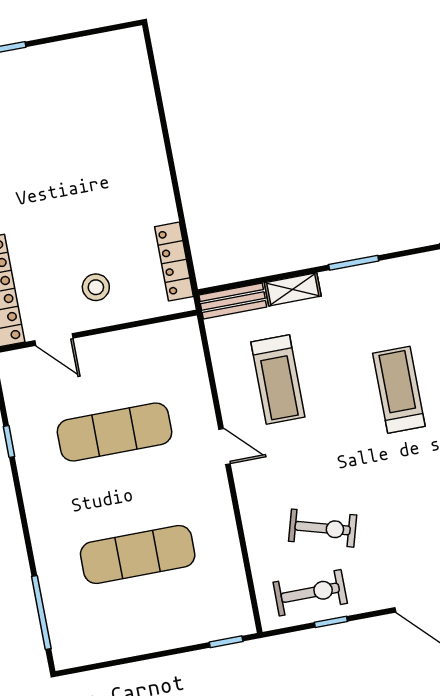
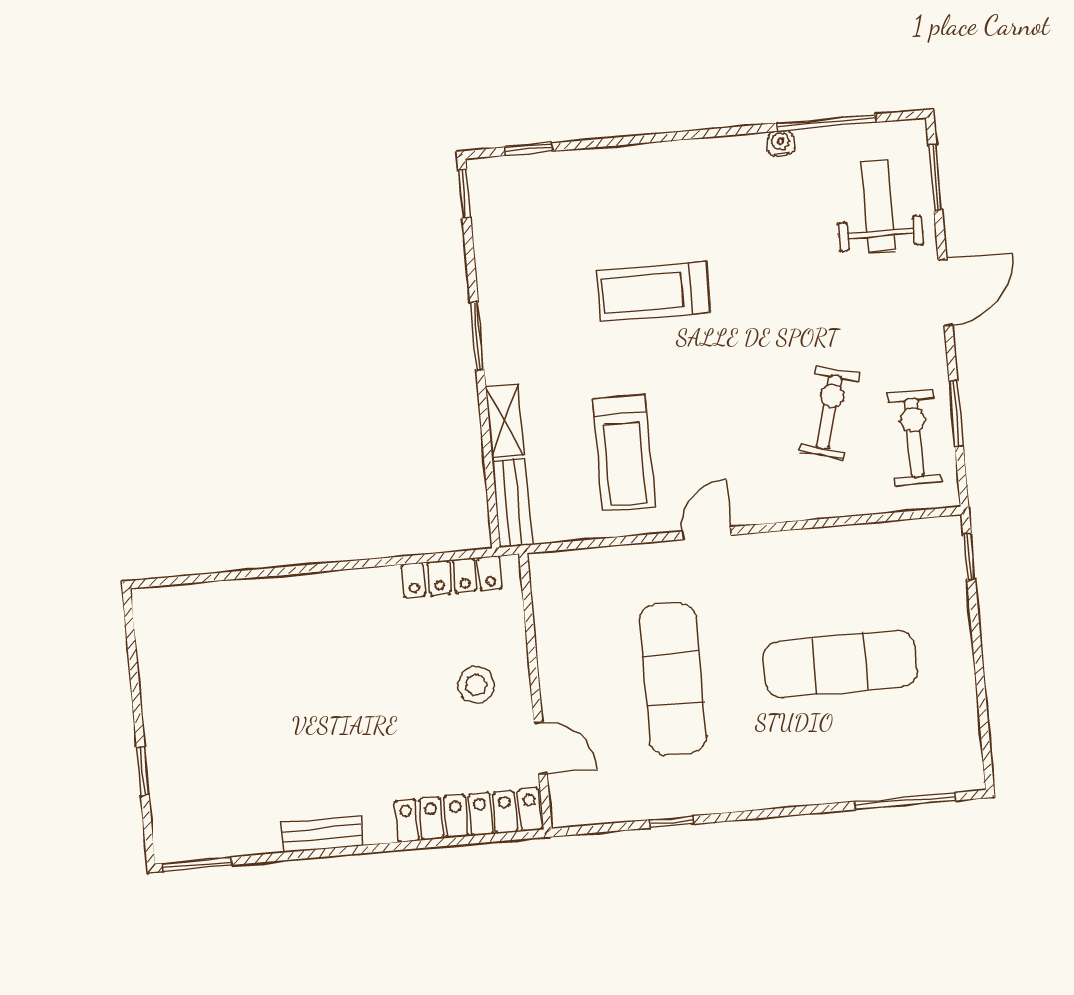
door: (54, 339) -> (541, 748), hinge flipped
treadmill: (278, 380) -> (624, 453), turned 90
exercise mat: (138, 554) -> (840, 664), turned 90
window: (331, 622) -> (956, 414), width x1.50

